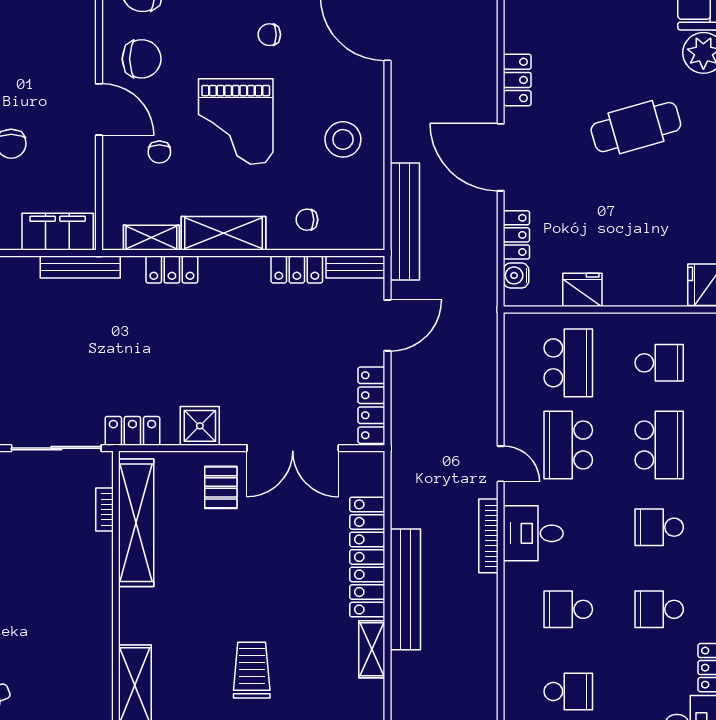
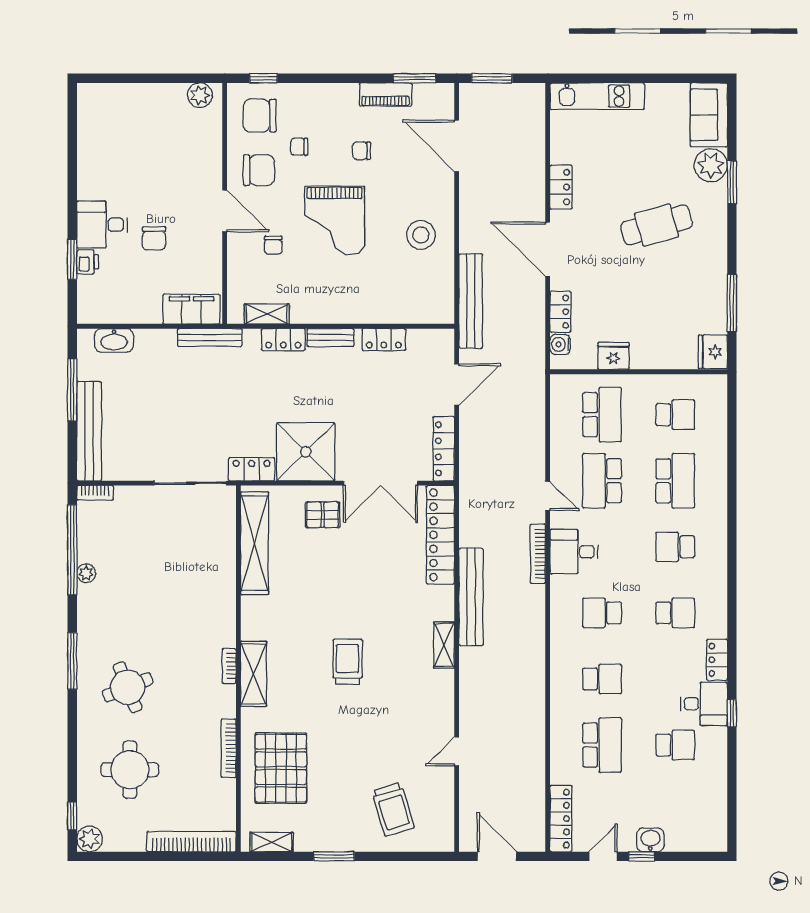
chair: (307, 220) -> (299, 147), moved
shelving: (224, 233) -> (325, 310), removed
bench: (355, 267) -> (330, 338), moved
shower: (200, 426) -> (306, 452), width x1.86, depth x1.86
pallet: (221, 487) -> (323, 515), turned 90
bookcase: (104, 510) -> (229, 666), moved
locker: (367, 557) -> (440, 535), moved
school desk: (659, 609) -> (675, 613), turned 180

